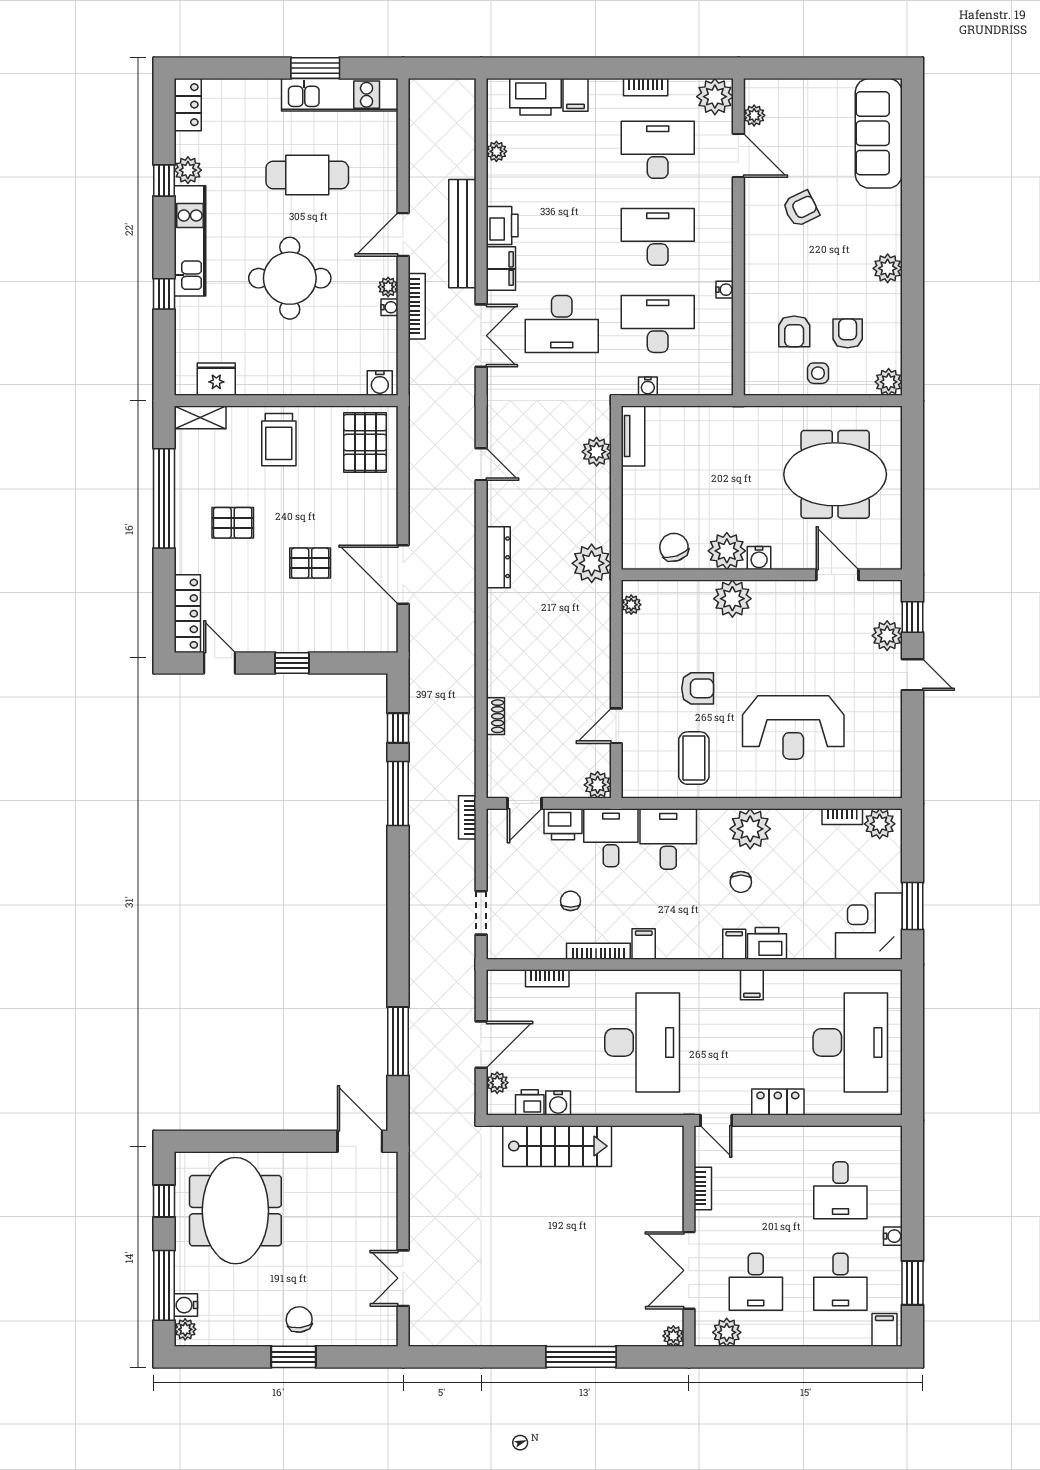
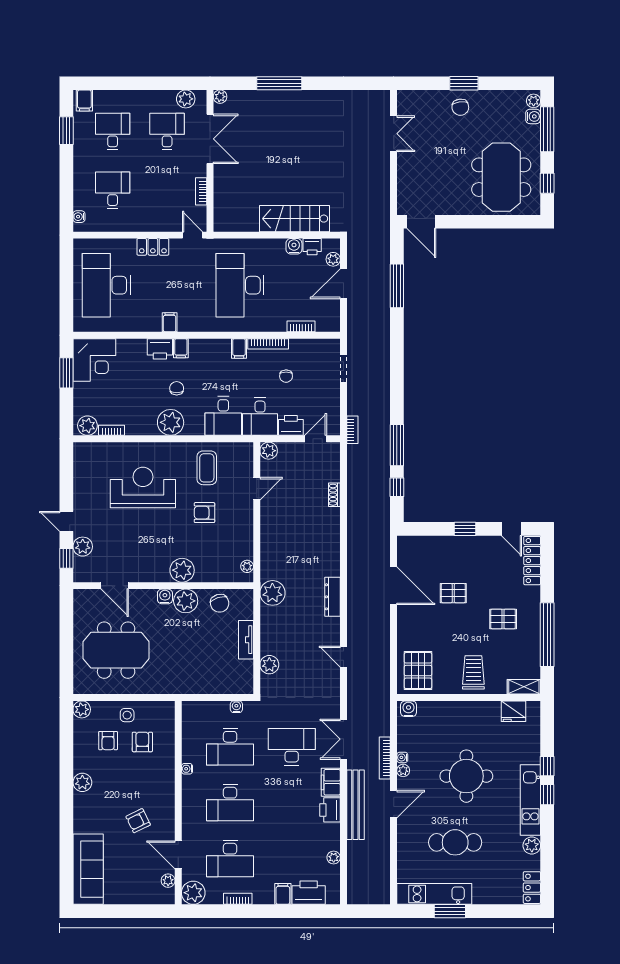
window: (164, 181) -> (547, 795), moved
tv unit: (633, 436) -> (246, 640), moved
water cooler: (893, 1236) -> (79, 217), moved

